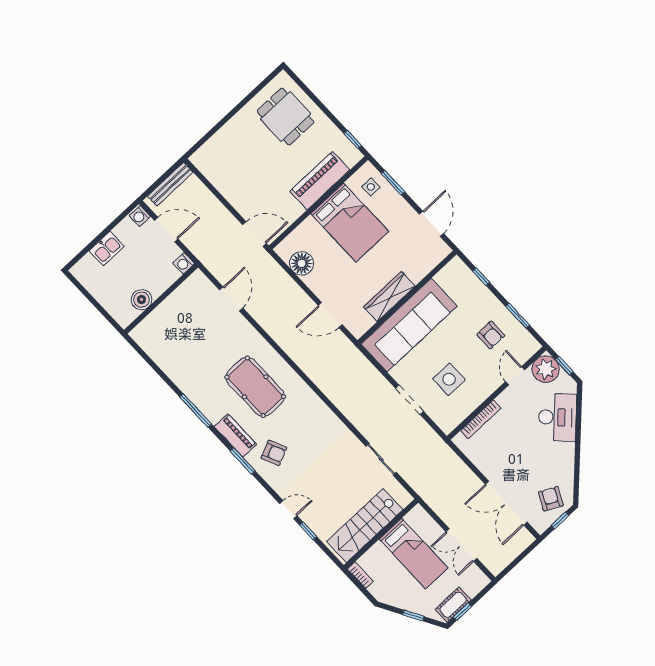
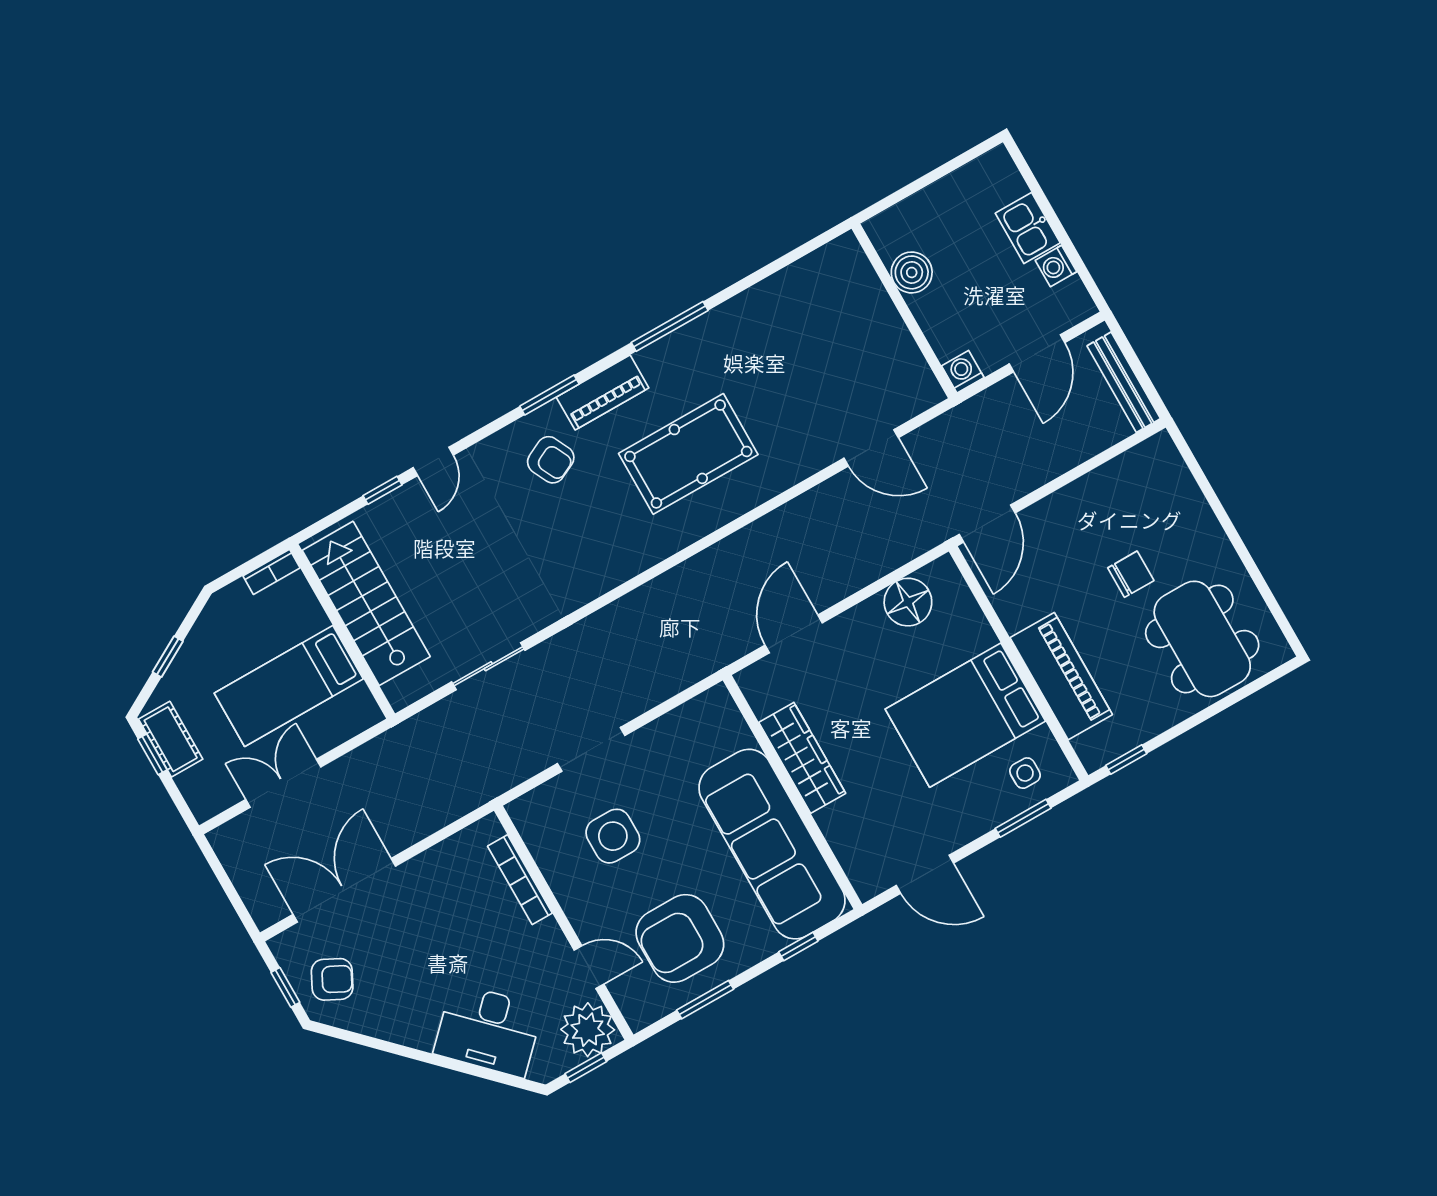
dining table: (286, 117) -> (1202, 639), width x1.37
chair: (262, 159) -> (1131, 574), added
washing machine: (140, 216) -> (1056, 266), moved, turned -90
sofa: (409, 325) -> (772, 844), moved
armchair: (491, 335) -> (680, 938), width x1.88, depth x1.88
armchair: (274, 453) -> (551, 460), turned -92

